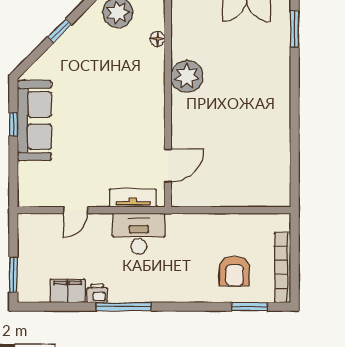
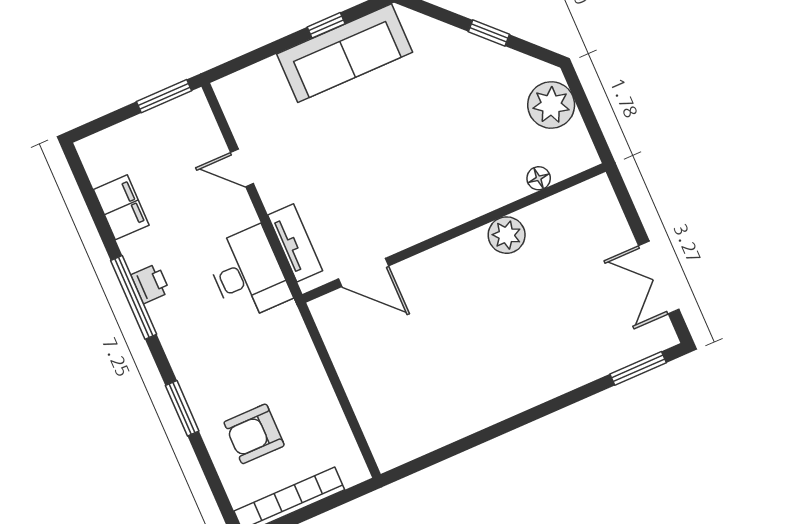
plant: (187, 76) -> (507, 235), width x0.73, depth x0.73
window: (13, 275) -> (164, 96), moved
printer: (97, 293) -> (150, 284), moved
window: (249, 307) -> (182, 408), moved

